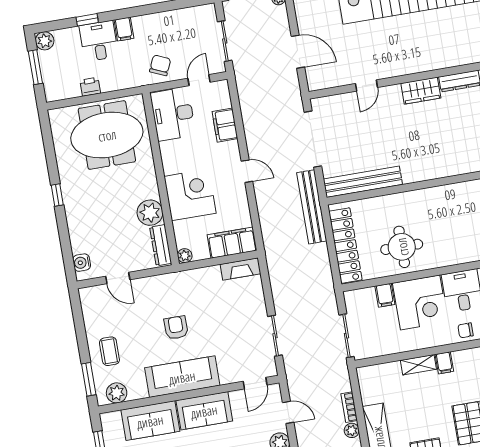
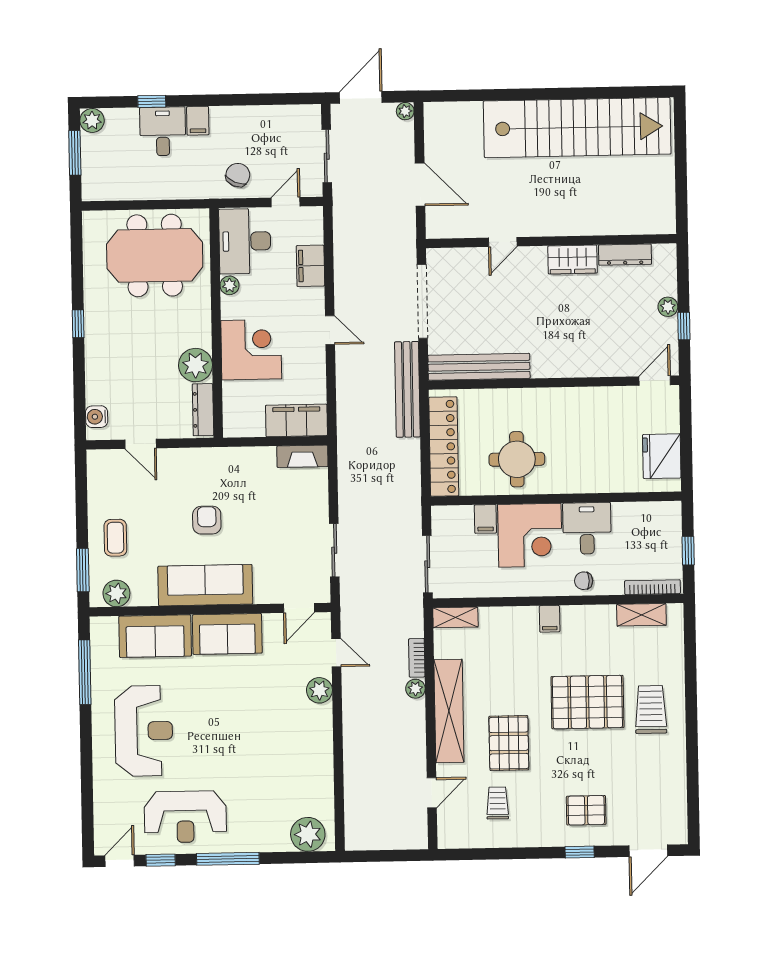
printer: (90, 87) -> (143, 189), removed
plant: (185, 256) -> (230, 285), moved
shelving: (418, 365) -> (455, 617), moved

